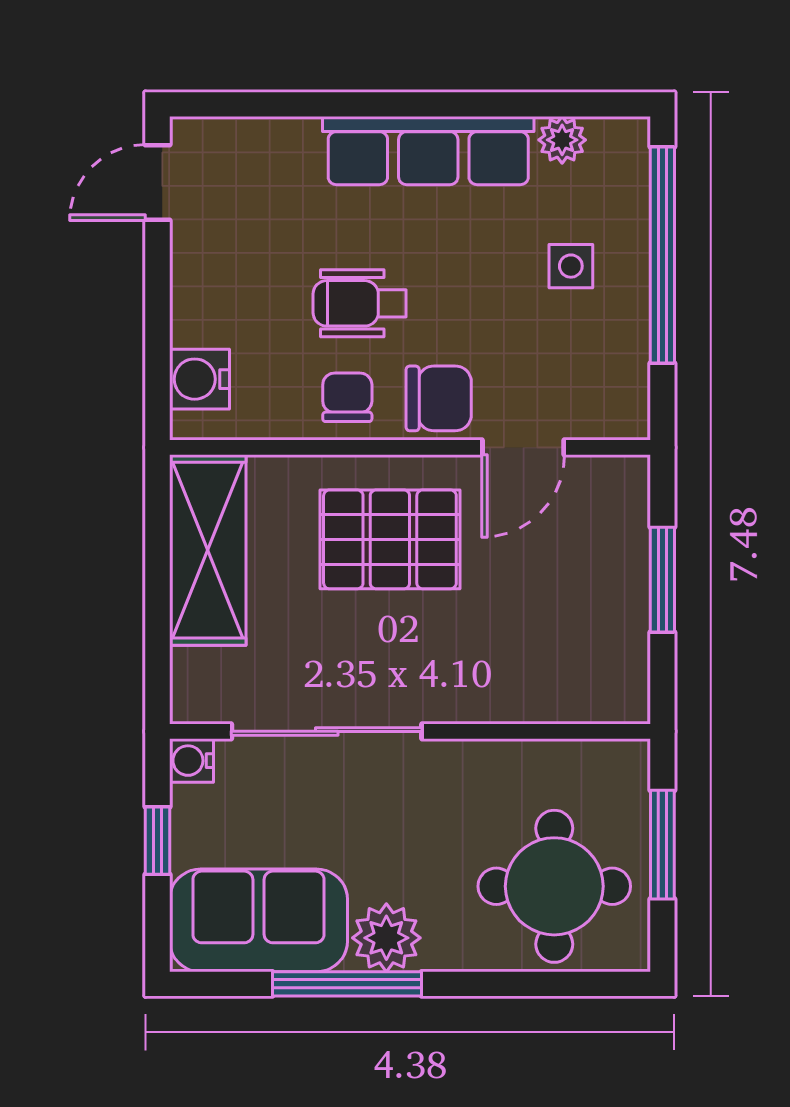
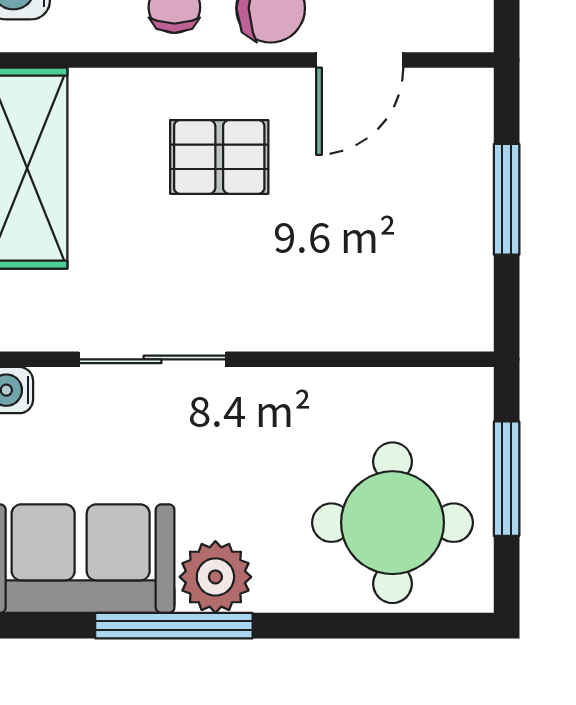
pallet: (390, 539) -> (219, 157), width x0.67, depth x0.71
sliding door: (327, 731) -> (153, 359), width x0.73

